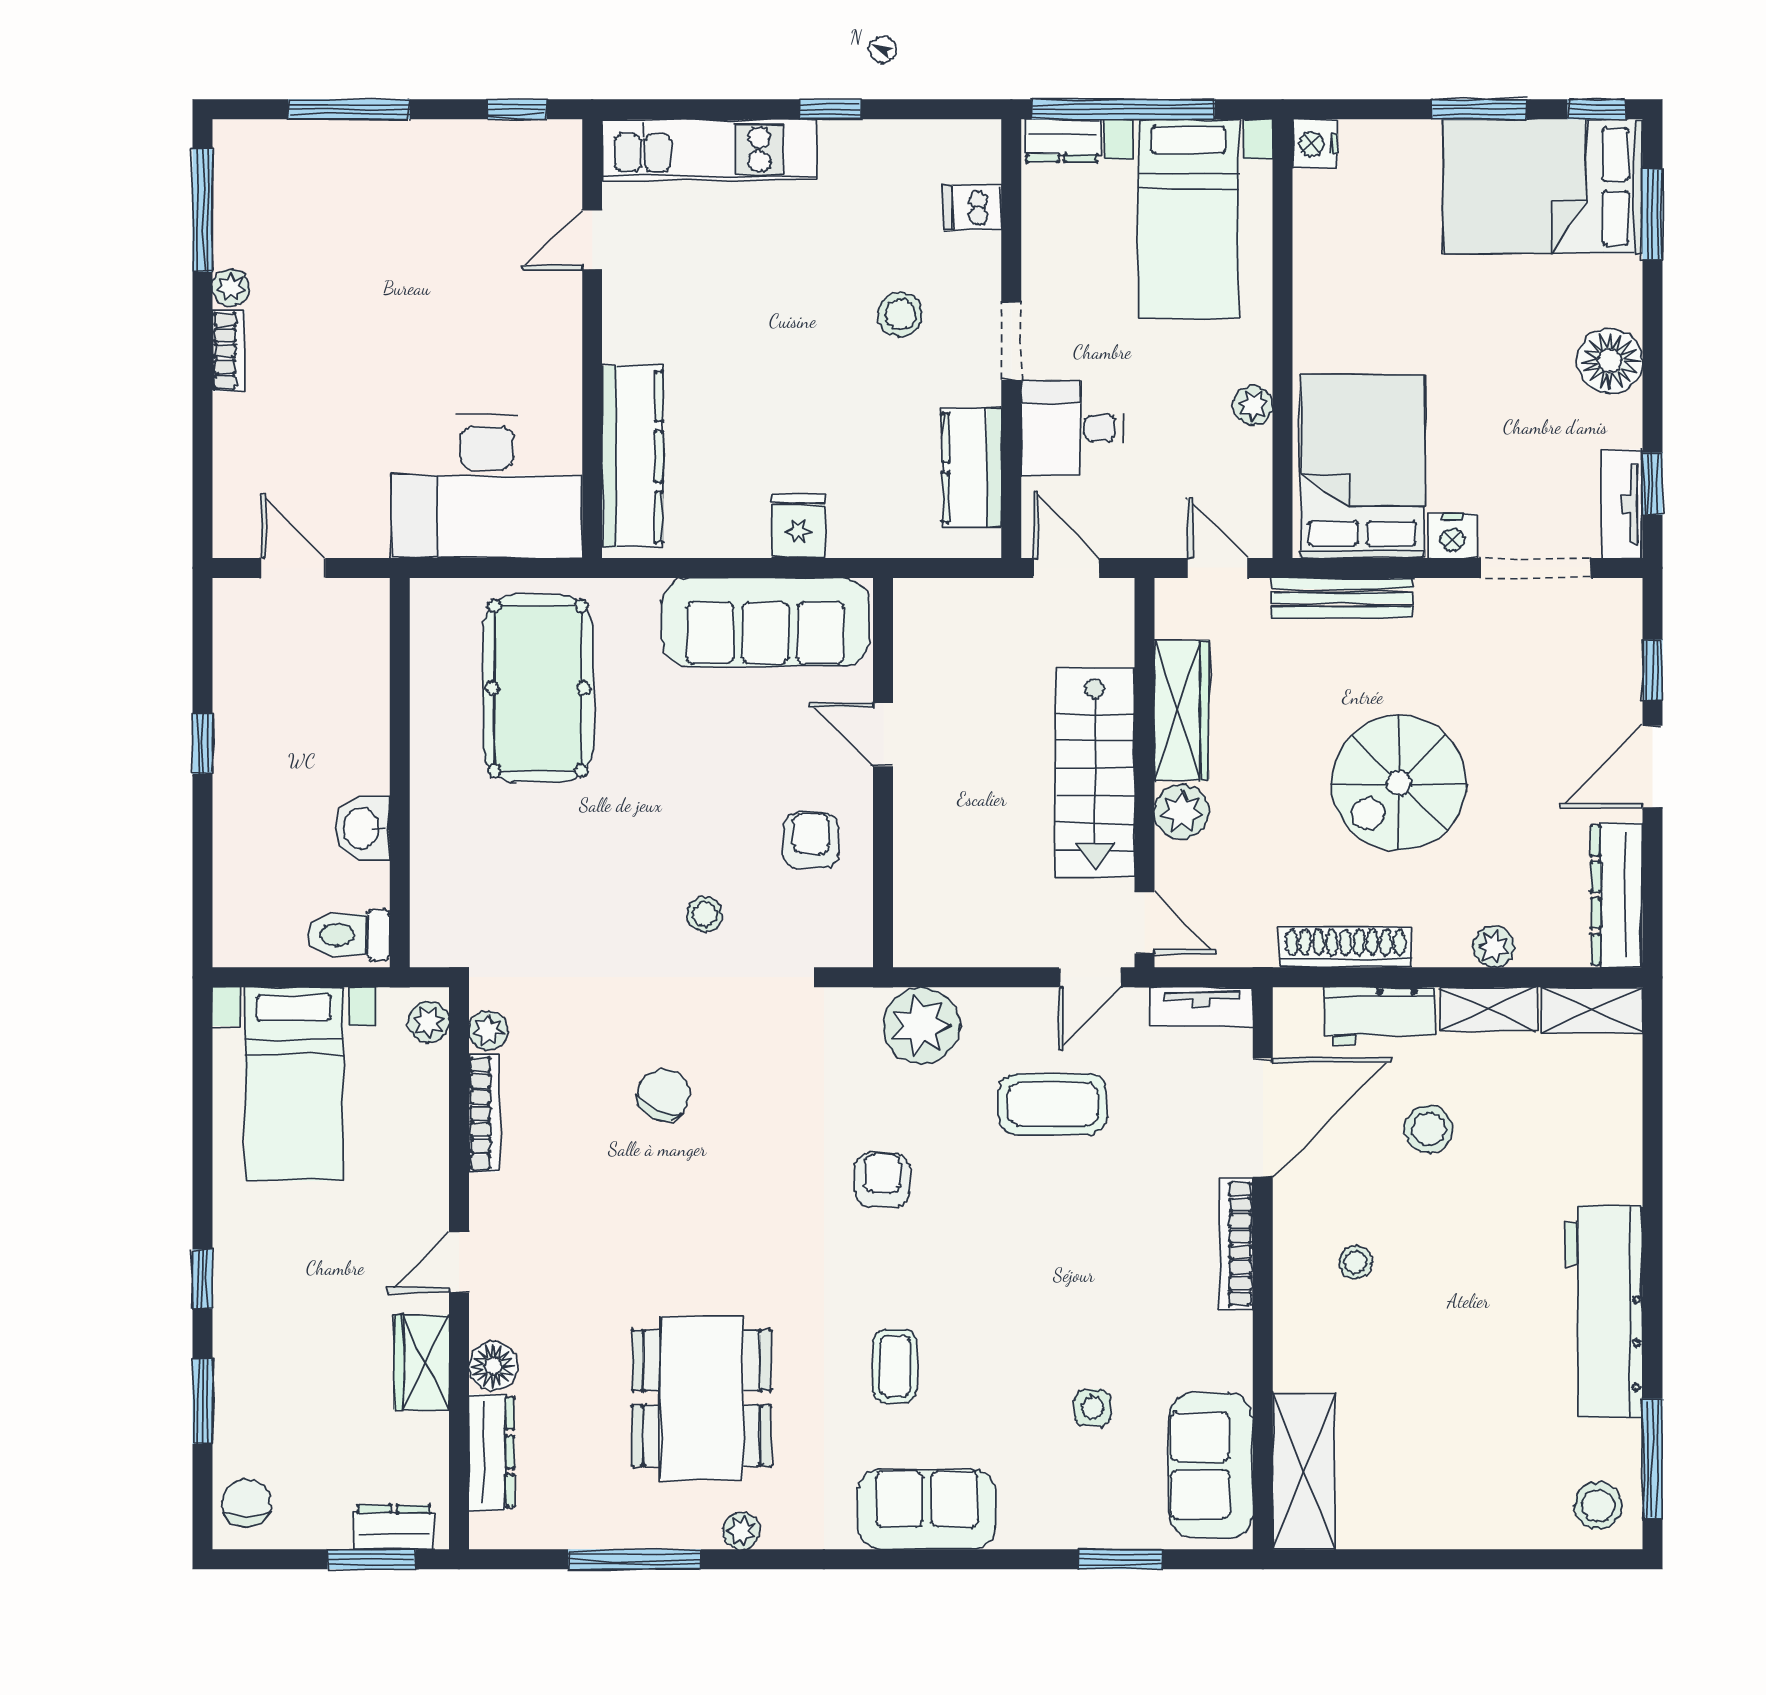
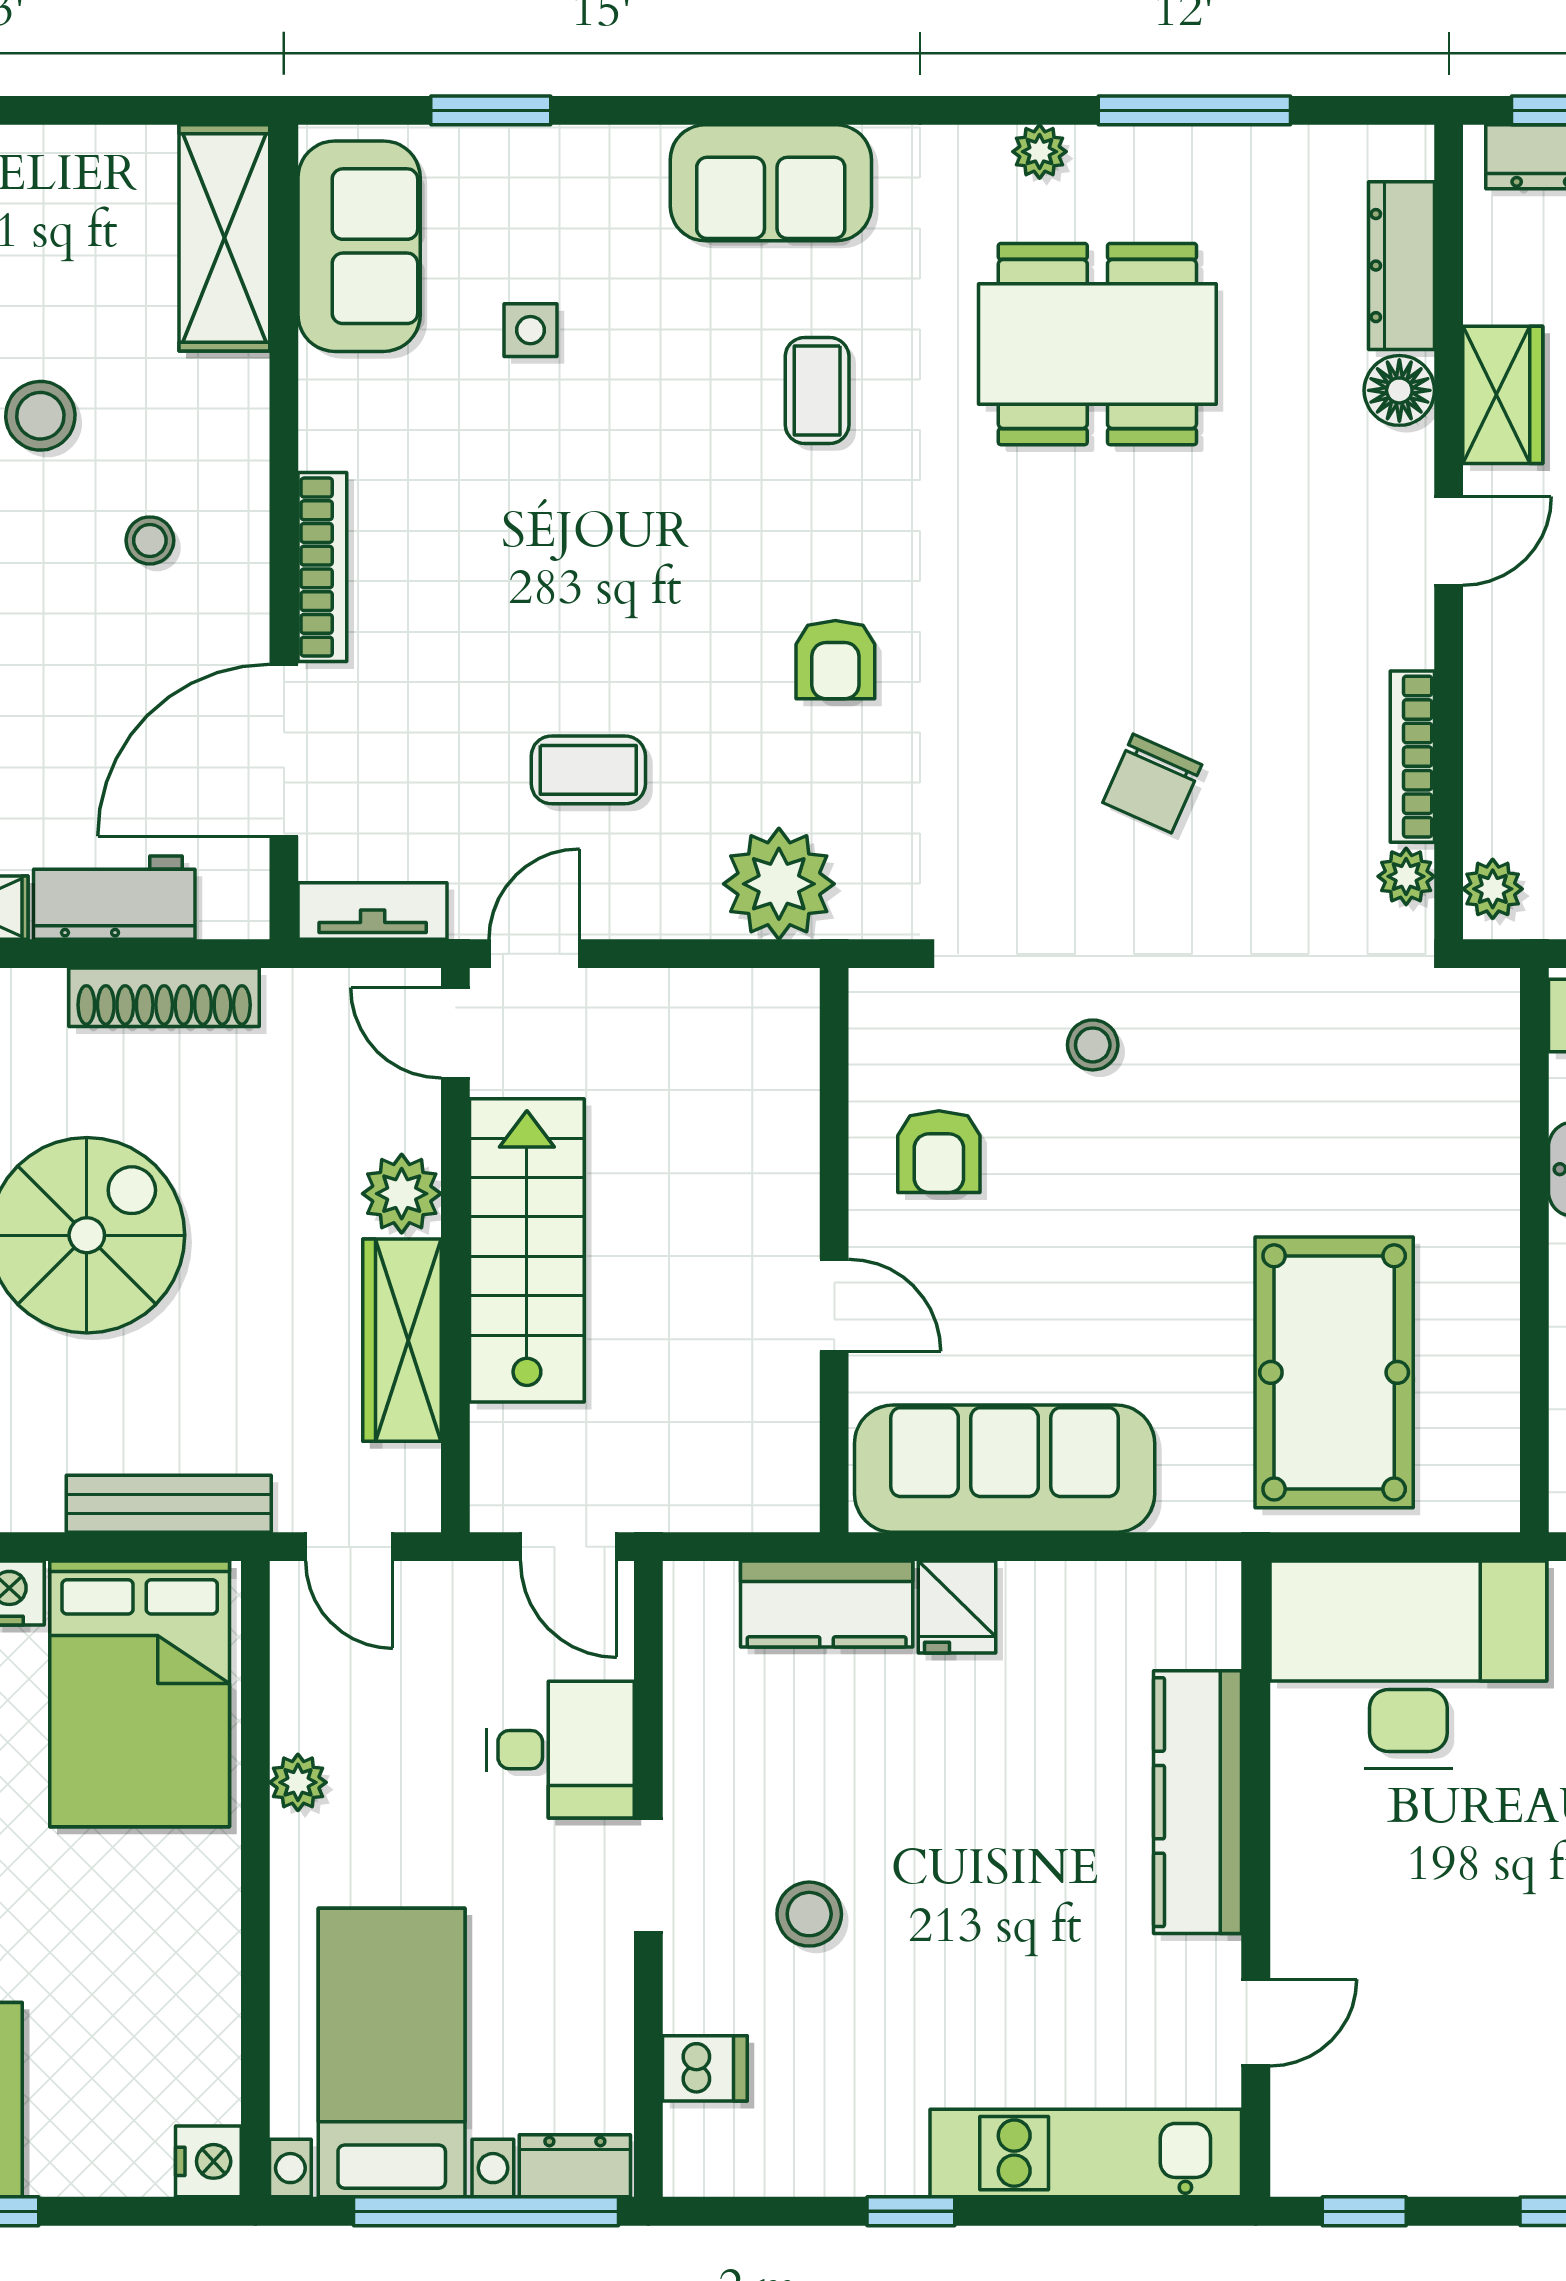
kitchen counter: (632, 457) -> (1198, 1802), moved
kitchen counter: (972, 467) -> (827, 1604), moved, turned 90
coffee table: (1053, 1104) -> (588, 770), width x0.73, depth x0.77
stool: (1429, 1129) -> (40, 416), moved
dining table: (701, 1398) -> (1097, 344), turned 90

